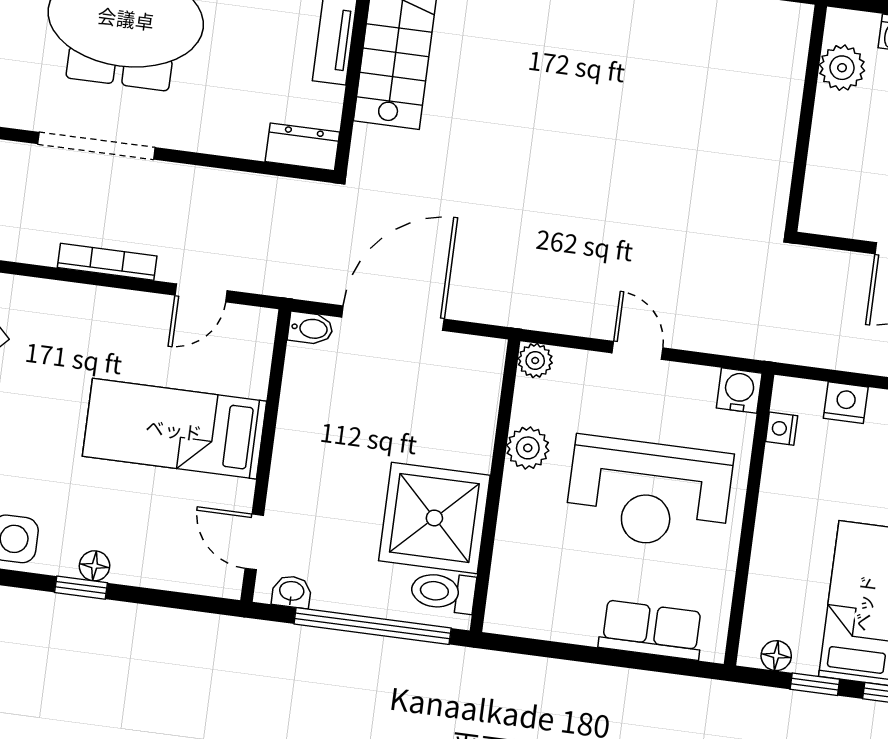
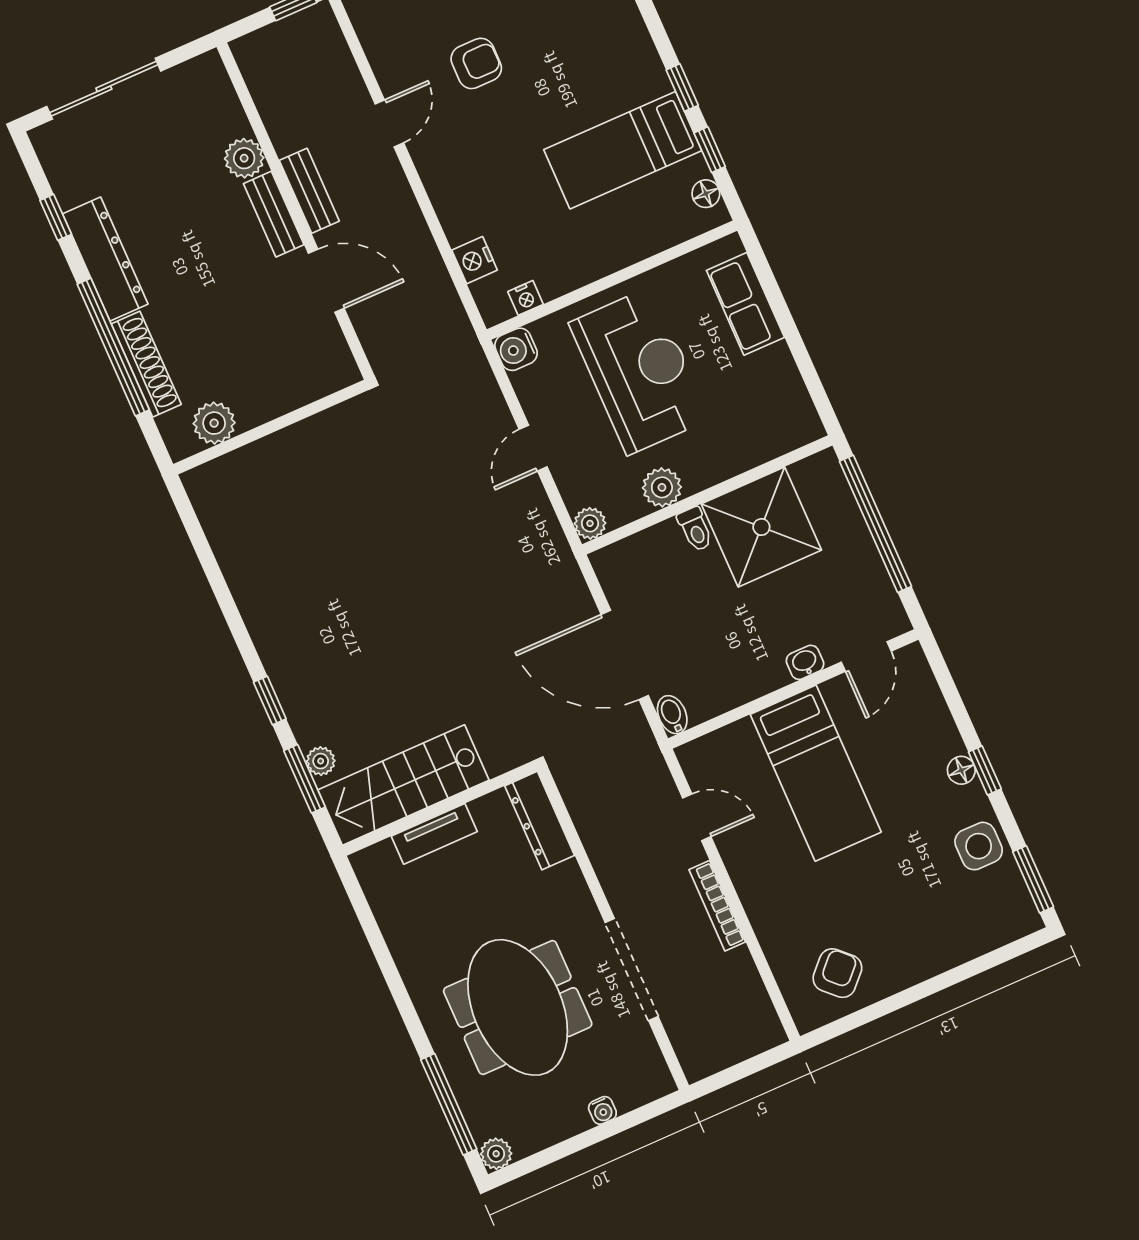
dresser: (302, 147) -> (540, 821), width x1.44
washbasin: (292, 592) -> (805, 662), moved, turned 90
toilet: (443, 592) -> (695, 529), moved, width x0.73, depth x0.72

